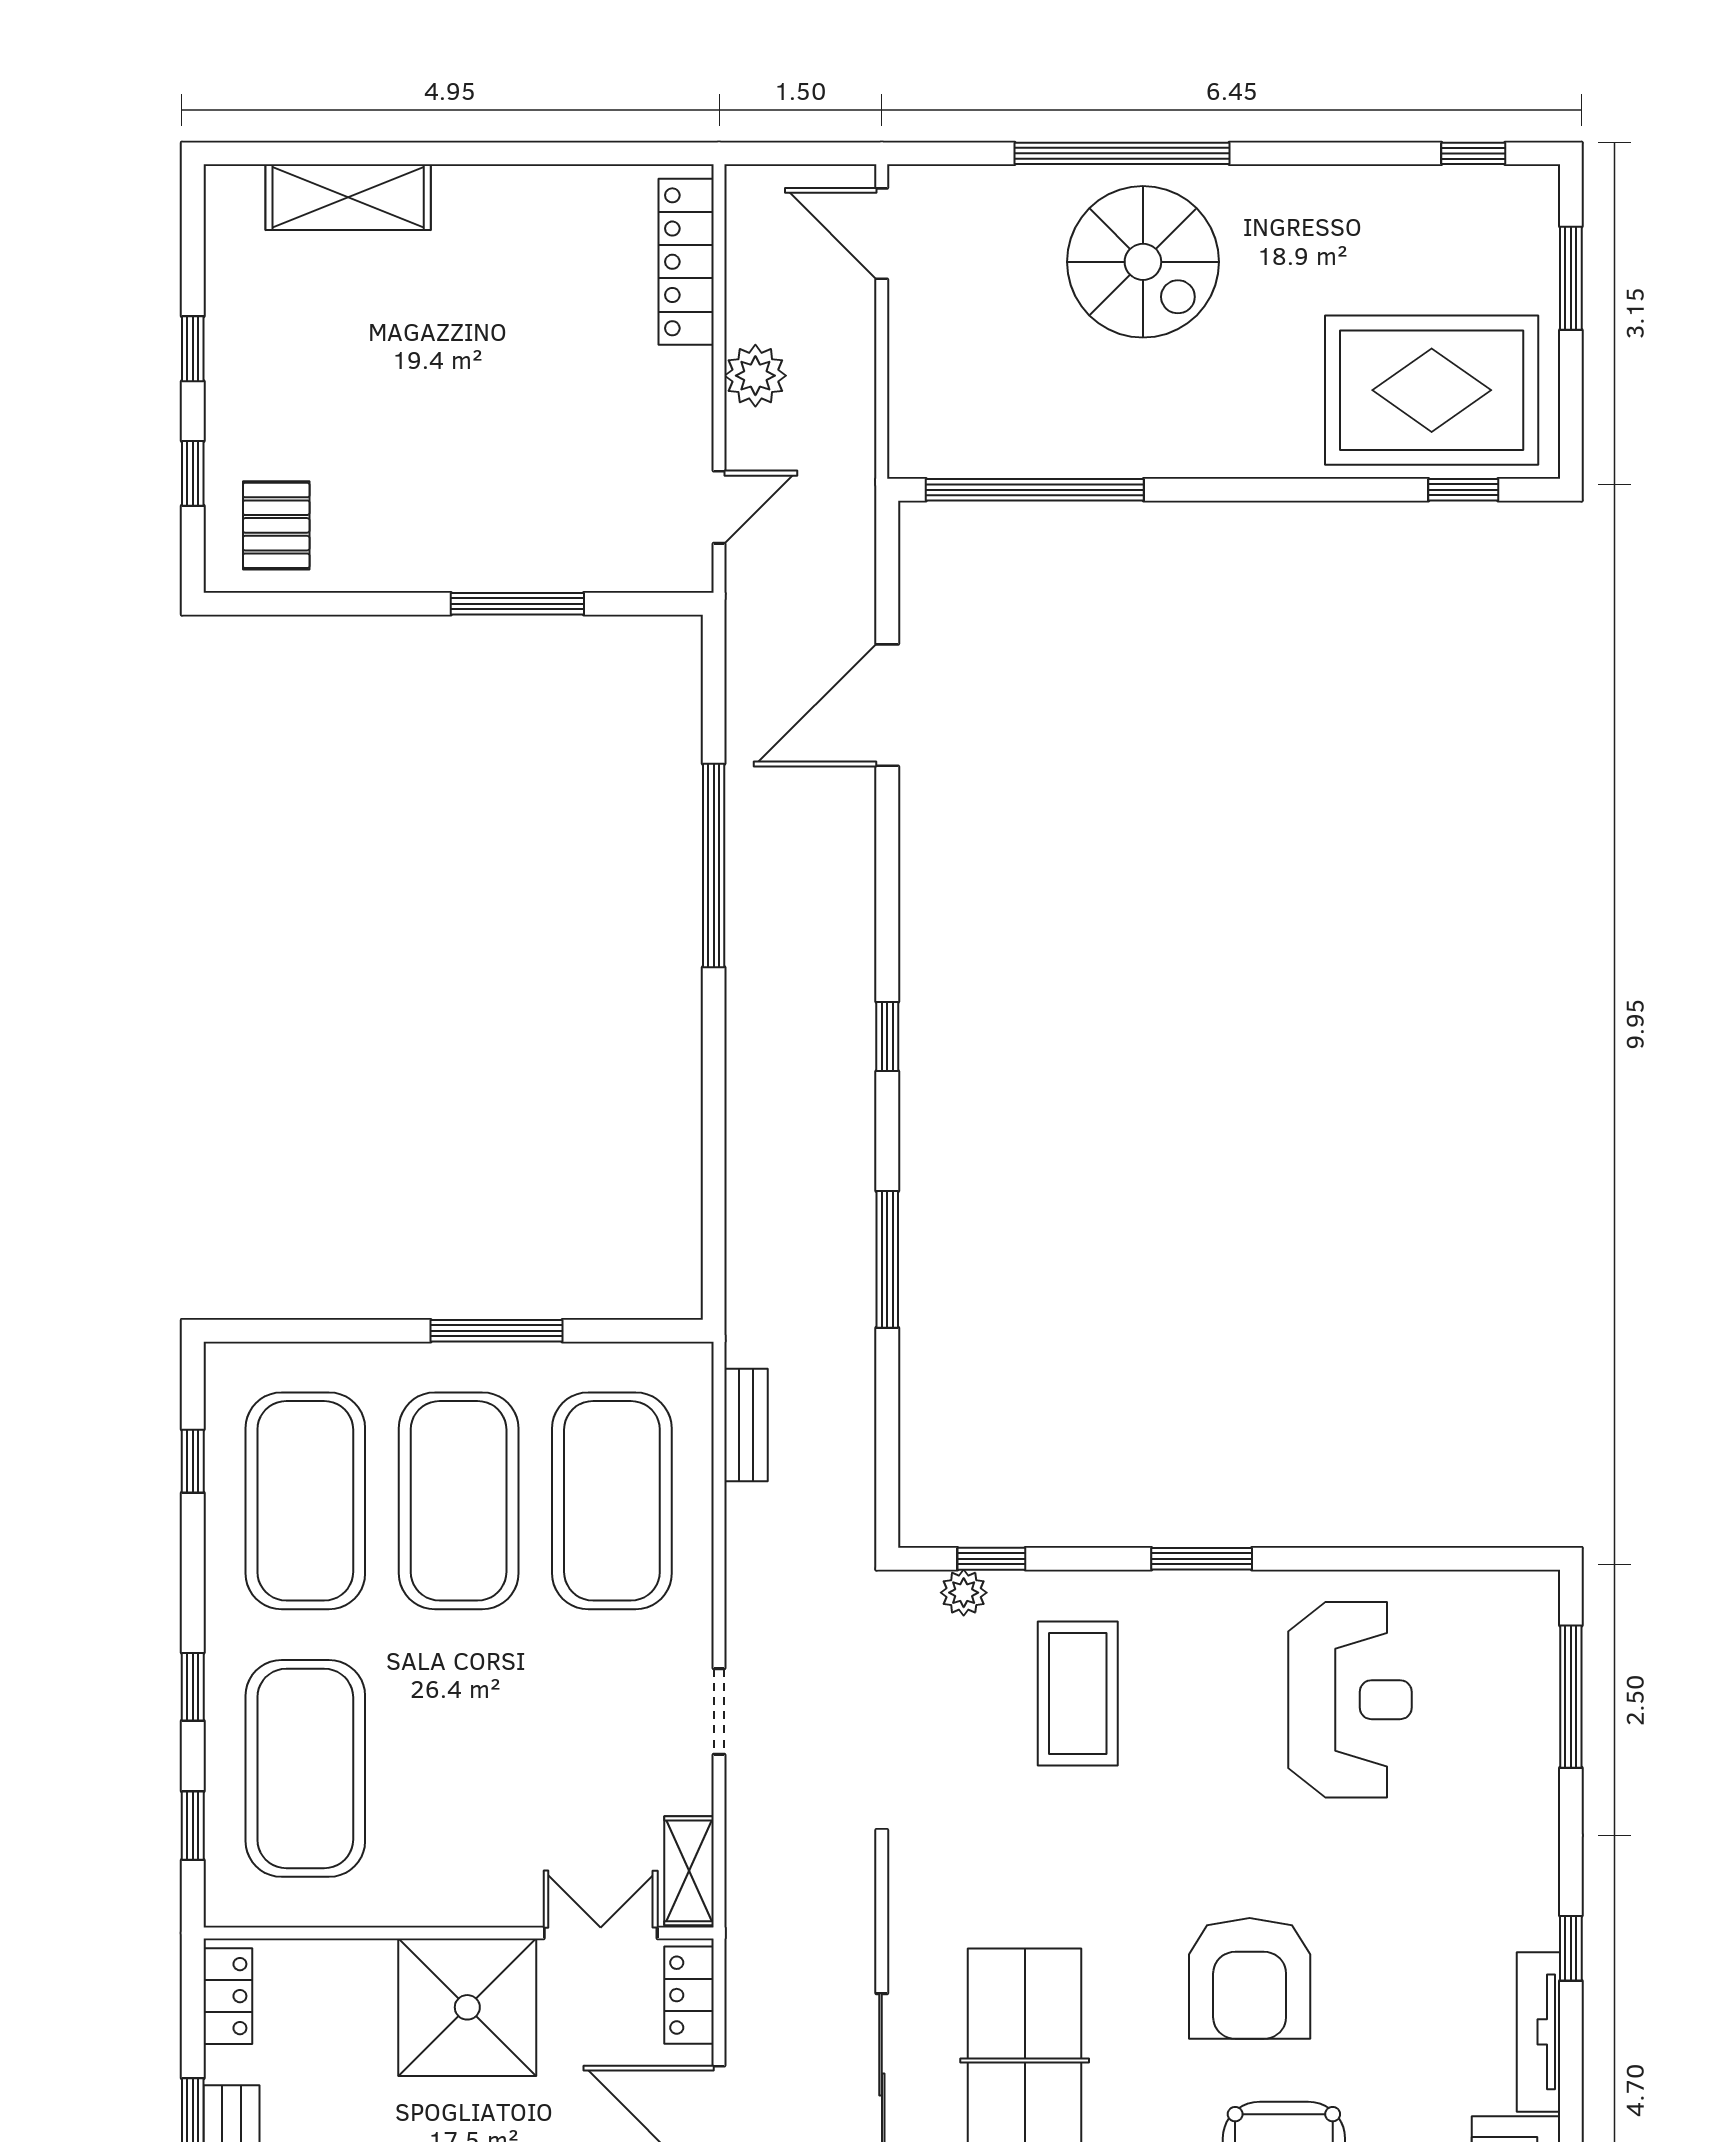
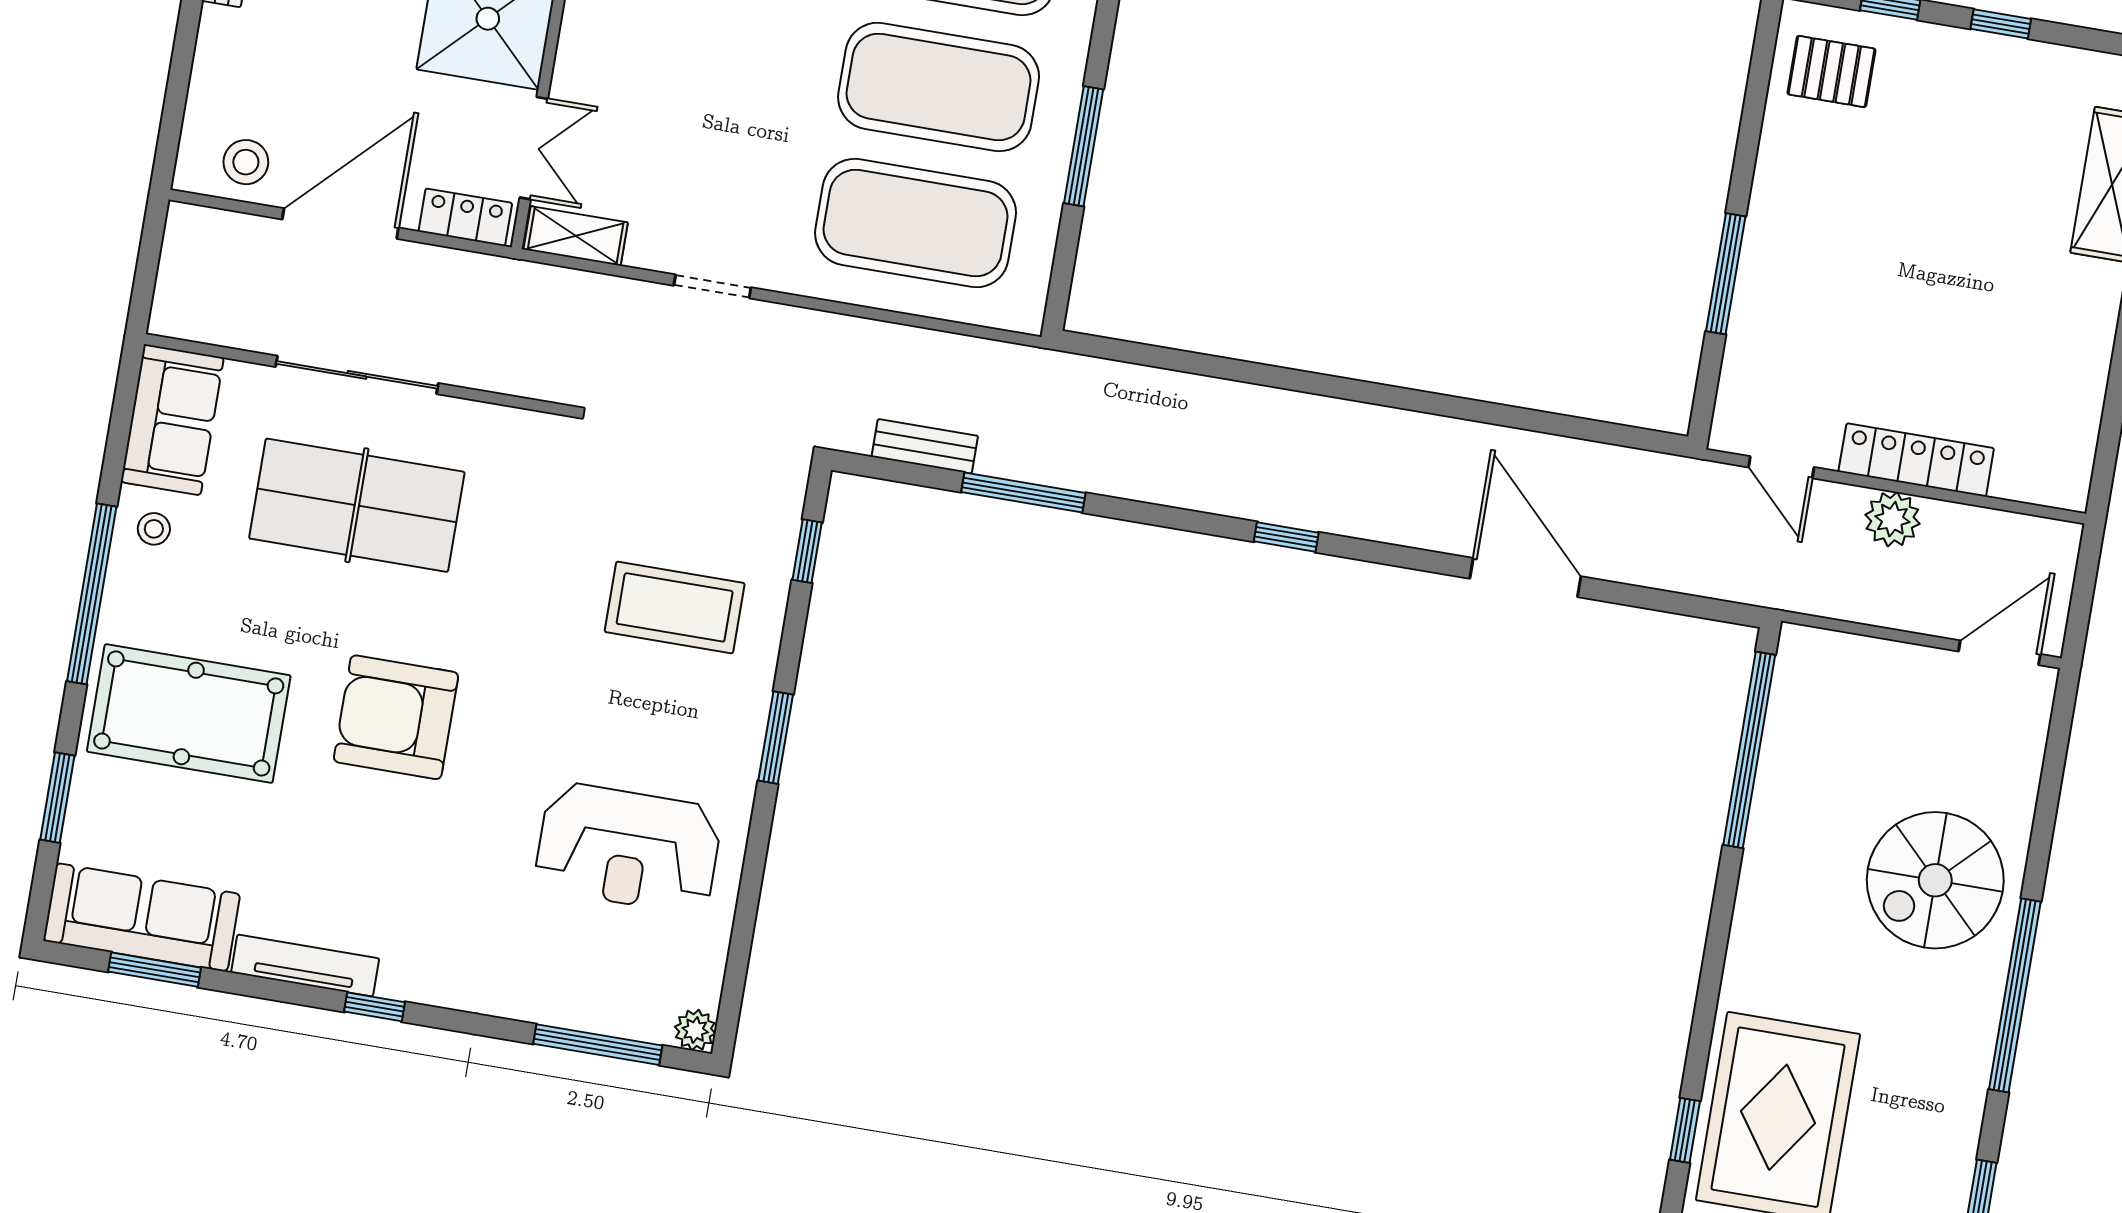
window: (1122, 153) -> (2015, 995), moved
locker: (686, 262) -> (1916, 460), moved
door: (887, 705) -> (1525, 577), moved
window: (714, 866) -> (1464, 409), removed
window: (887, 1259) -> (1023, 493), moved
bench: (746, 1425) -> (925, 446), moved
plant: (964, 1593) -> (695, 1030), moved

